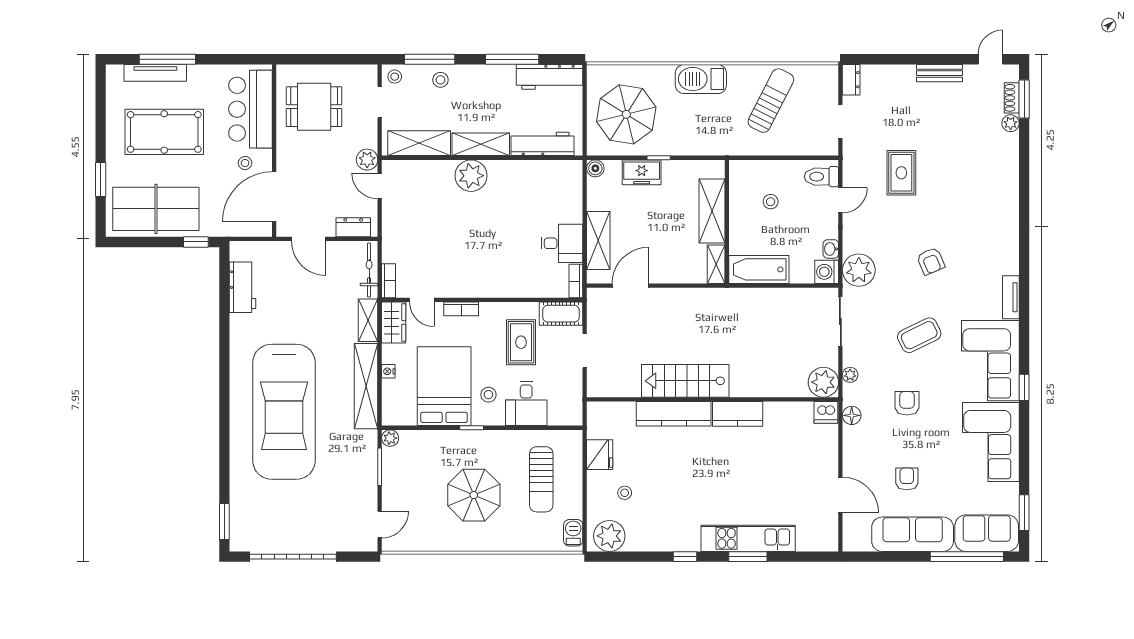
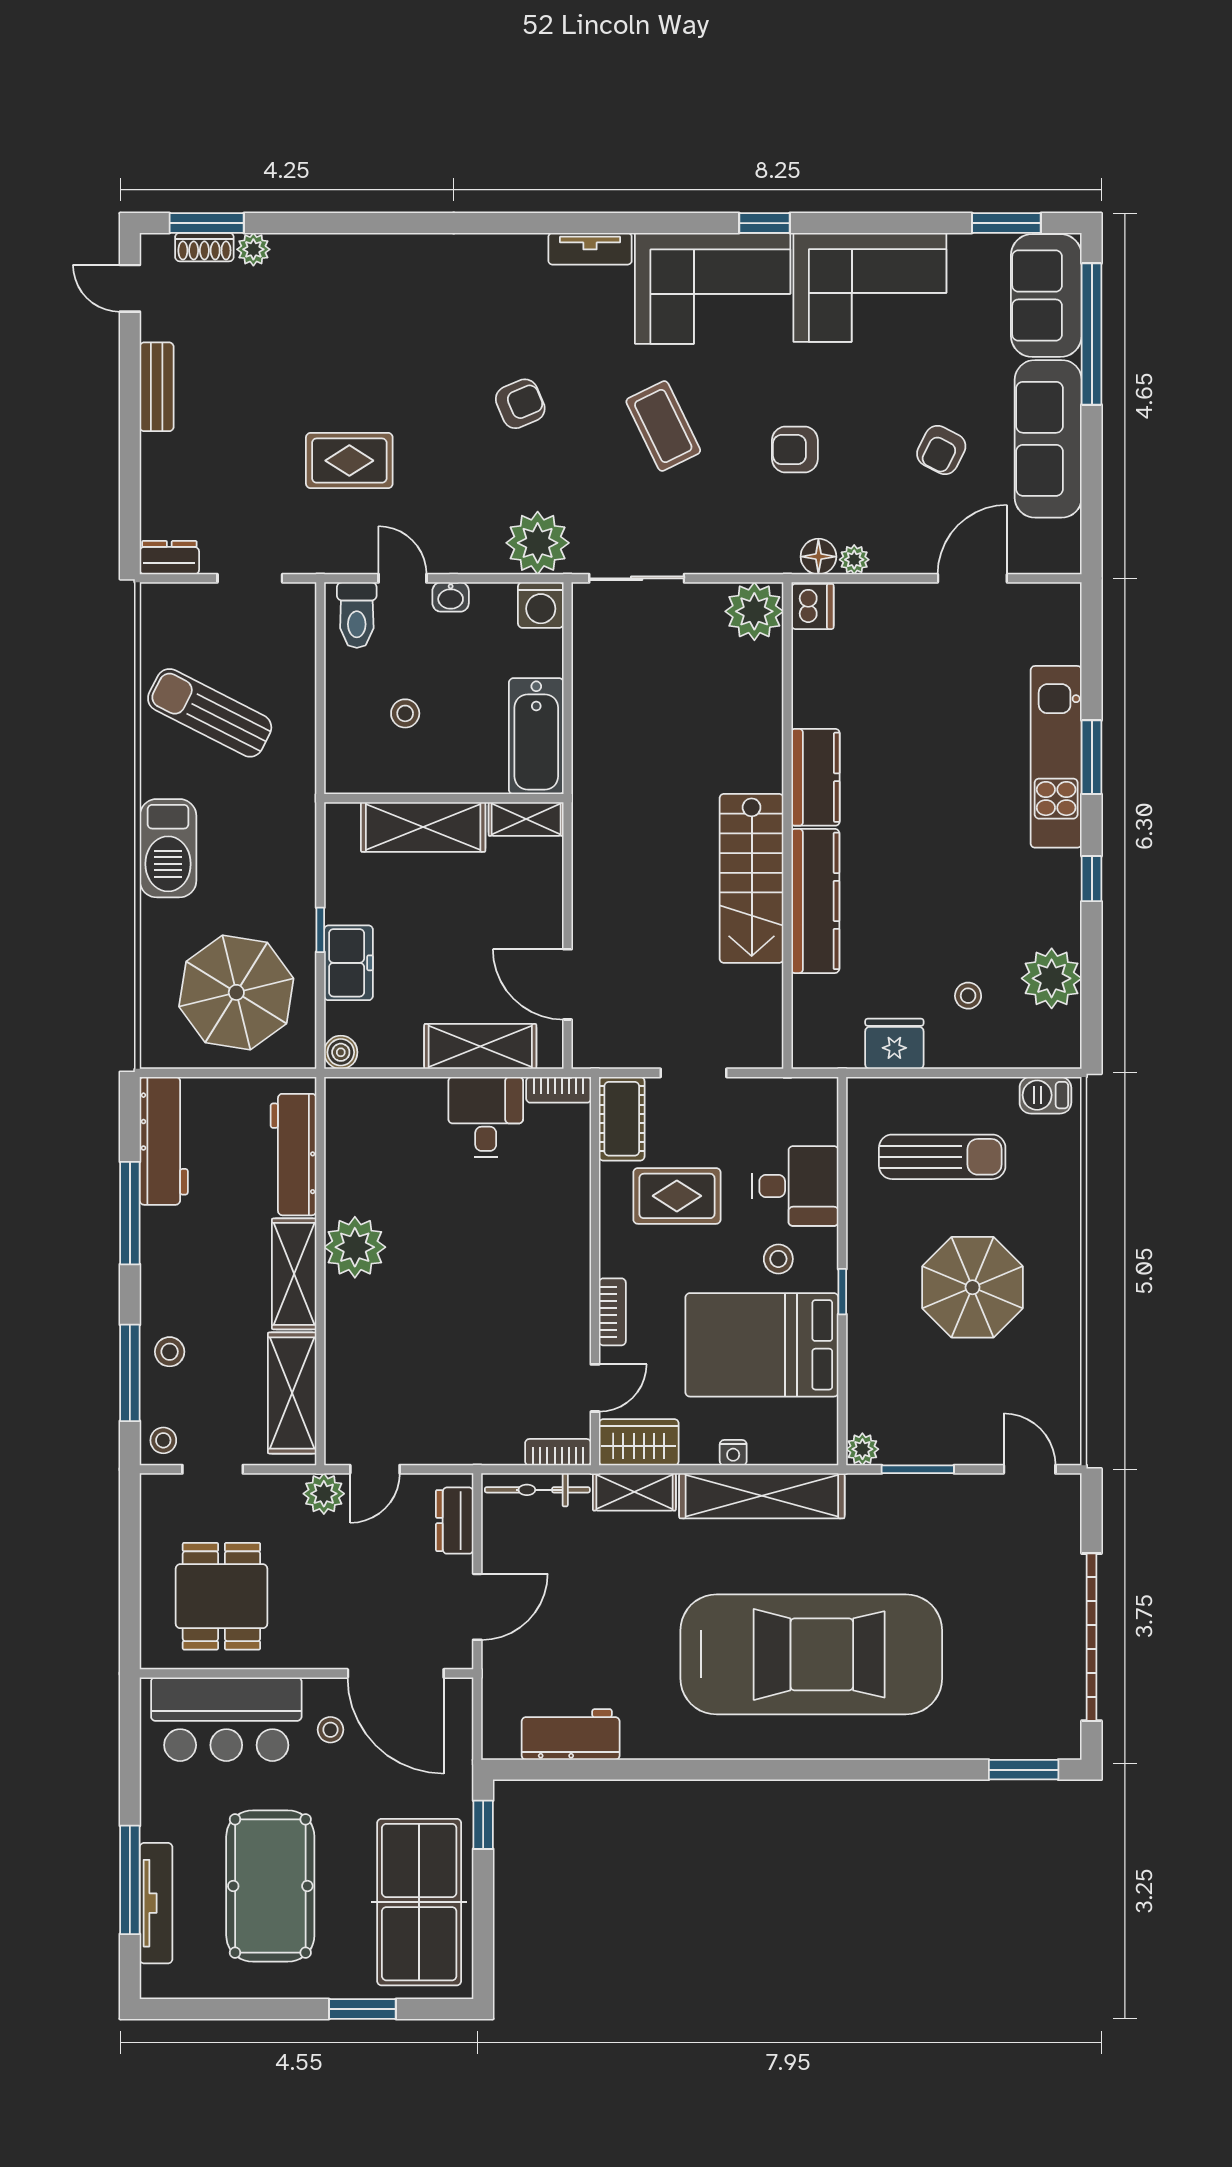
plant: (471, 176) -> (355, 1247), moved
washbasin: (831, 249) -> (451, 597), moved
plant: (850, 375) -> (854, 560), moved
armchair: (907, 479) -> (941, 450), turned -63
plant: (609, 536) -> (1052, 978), moved

